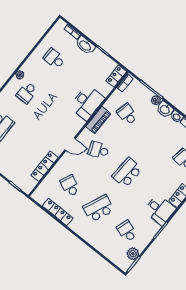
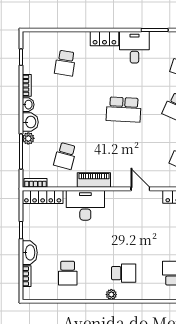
locker: (116, 76) -> (43, 197), width x1.53
school desk: (99, 150) -> (124, 156), removed

